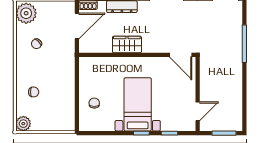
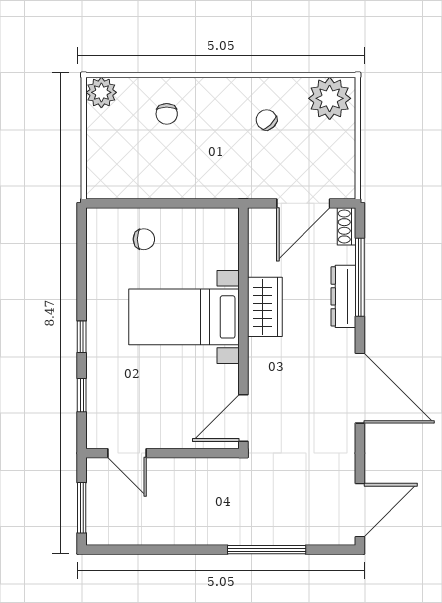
door: (77, 26) -> (303, 203), hinge flipped
bed with nightstands: (138, 104) -> (184, 317), moved, turned 180

